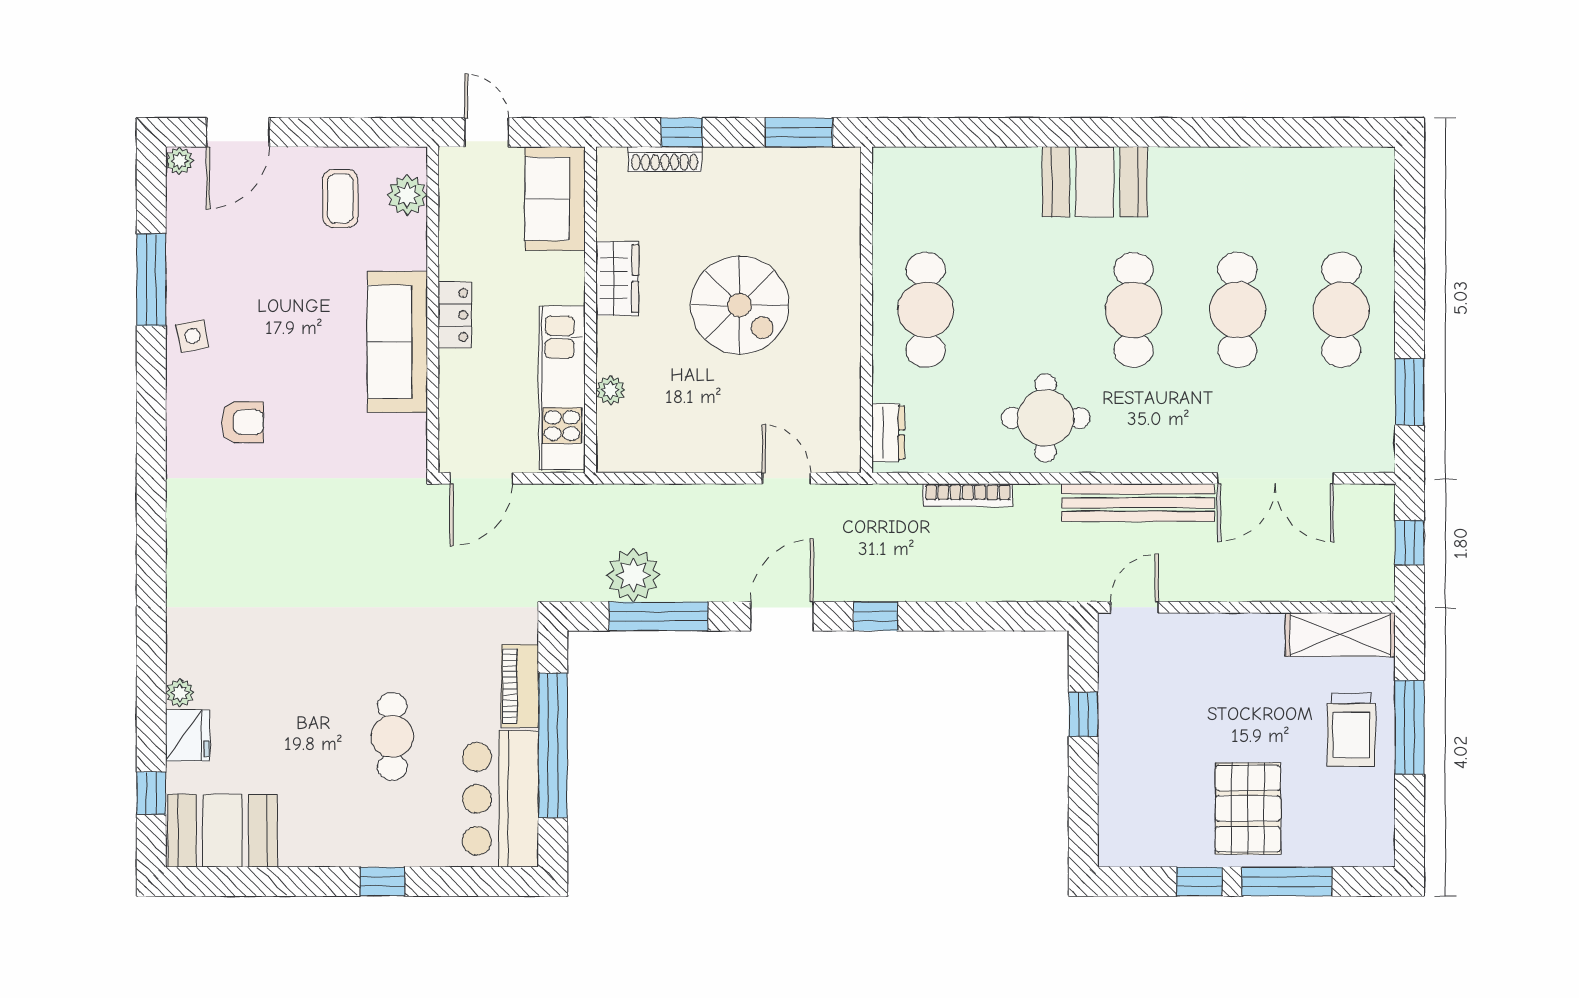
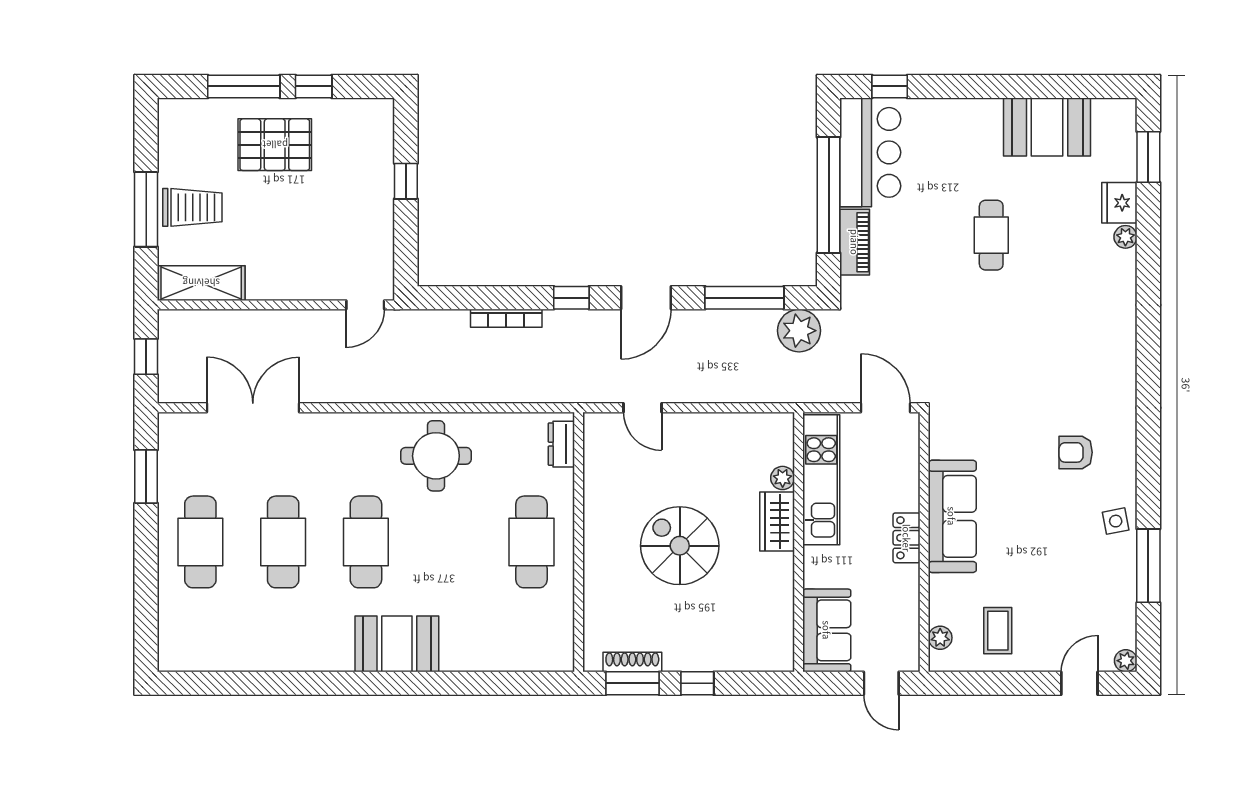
door: (238, 132) -> (1079, 683), width x0.73
window: (682, 132) -> (697, 683), moved
shoe rack: (665, 159) -> (632, 662), moved
plant: (407, 195) -> (940, 638), width x0.73, depth x0.73
wardrobe: (617, 278) -> (777, 522), moved
door: (481, 478) -> (886, 408), hinge flipped
bookcase: (968, 495) -> (506, 318), moved, turned 180
bench: (1138, 503) -> (362, 388), removed
plant: (633, 575) -> (799, 331), moved
window: (1083, 714) -> (406, 181), moved
trolley: (1351, 730) -> (192, 207), turned 90
cafe table: (392, 736) -> (991, 235), moved
window: (151, 793) -> (1148, 157), width x1.50
pallet: (1248, 809) -> (275, 145), turned 90
booth: (223, 831) -> (1047, 127), moved
window: (382, 882) -> (890, 86), moved

